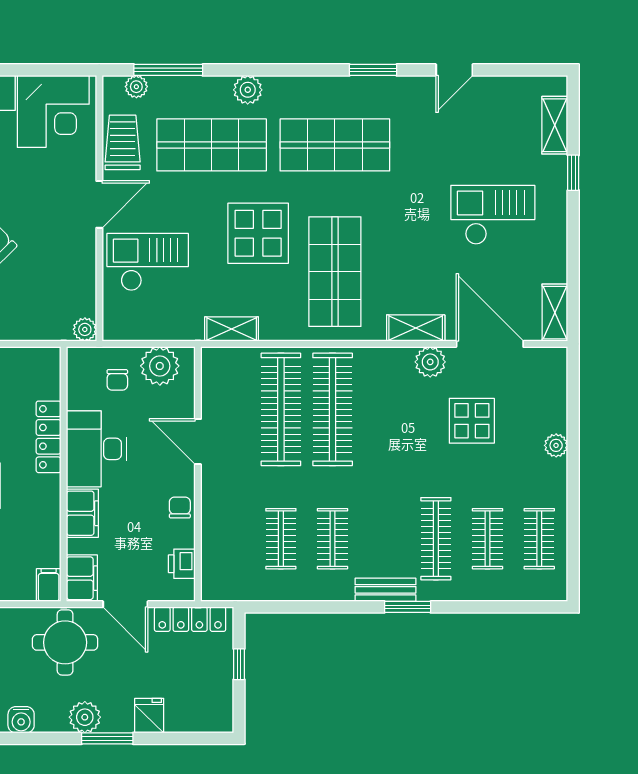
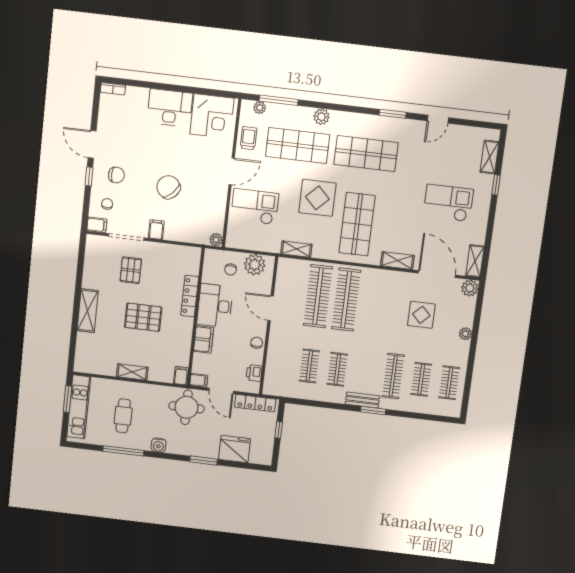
trolley: (123, 142) -> (249, 138), width x0.73, depth x0.72
plant: (430, 362) -> (470, 288), moved
filing cabinet: (82, 578) -> (199, 380), width x0.50
fridge: (149, 716) -> (235, 449), width x1.88, depth x1.34
plant: (85, 717) -> (193, 448), removed

